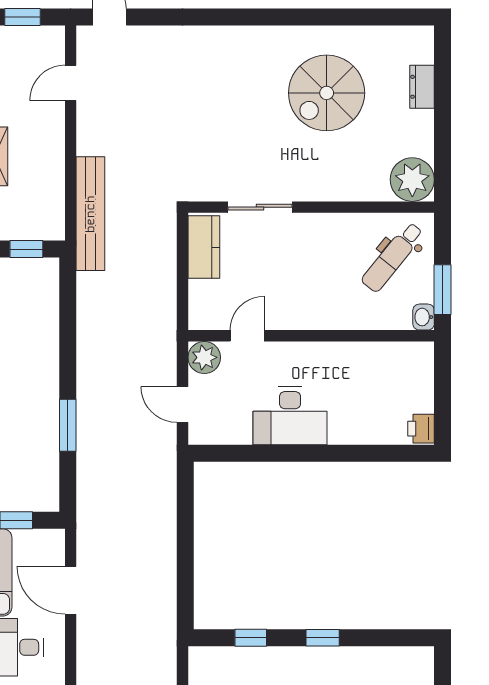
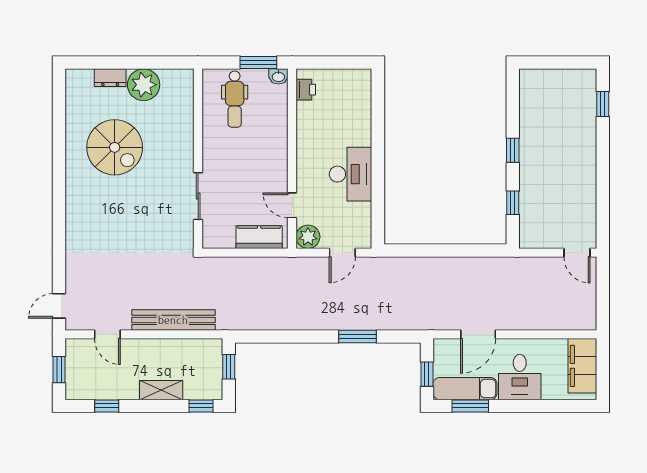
plant: (412, 180) -> (144, 85), moved
bench: (90, 214) -> (173, 320), moved
kitchen counter: (204, 247) -> (259, 237), moved
dental chair: (392, 257) -> (235, 99), turned 51
printer: (421, 429) -> (306, 90), moved, turned -90

